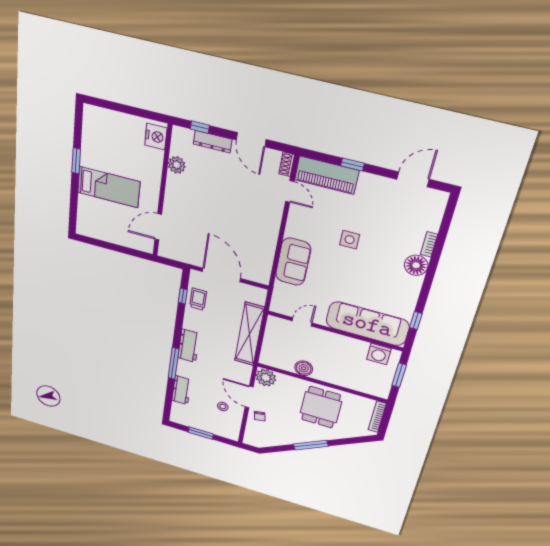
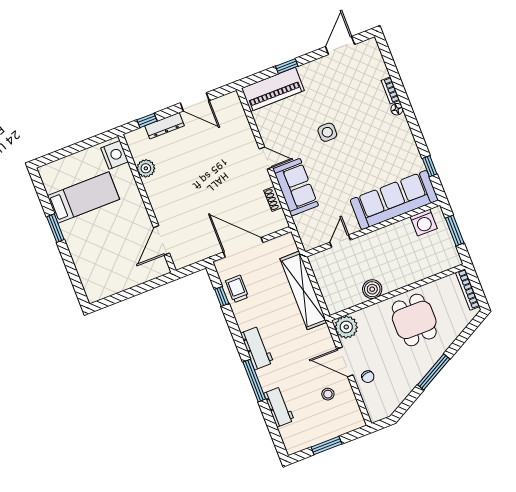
shoe rack: (287, 164) -> (273, 199), moved
bed: (109, 187) -> (83, 198), moved
door: (290, 191) -> (266, 158), moved
floor lamp: (416, 265) -> (397, 109), width x0.53, depth x0.53

